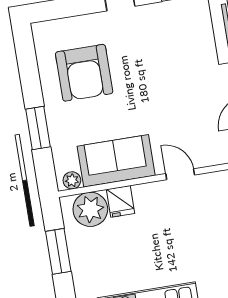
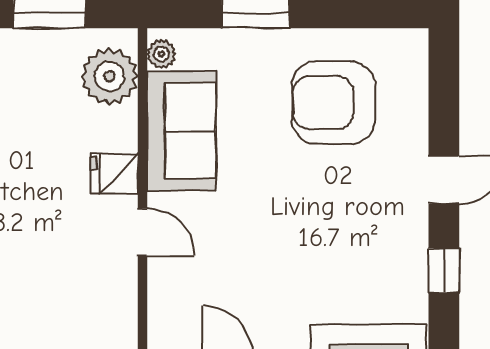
door: (180, 174) -> (143, 232), hinge flipped
fridge: (121, 201) -> (114, 174), moved

